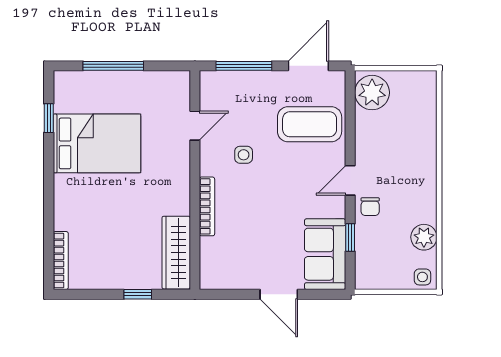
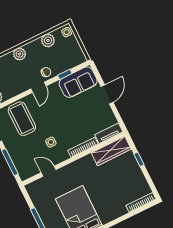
plant: (425, 176) -> (20, 54), added
door: (350, 180) -> (38, 87), hinge flipped
tv unit: (209, 264) -> (109, 133), added

